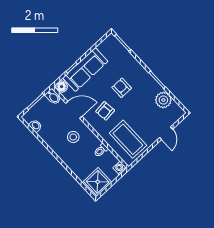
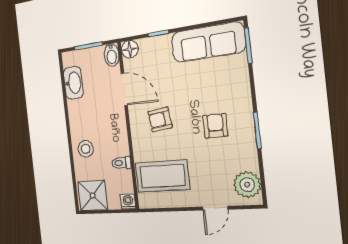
sofa: (85, 70) -> (208, 42), moved
armchair: (122, 88) -> (215, 126), moved
plant: (163, 100) -> (247, 185), moved
washbasin: (35, 126) -> (73, 83), width x1.91, depth x1.45
stool: (73, 137) -> (86, 149), moved
coffee table: (128, 139) -> (162, 176), turned 90

